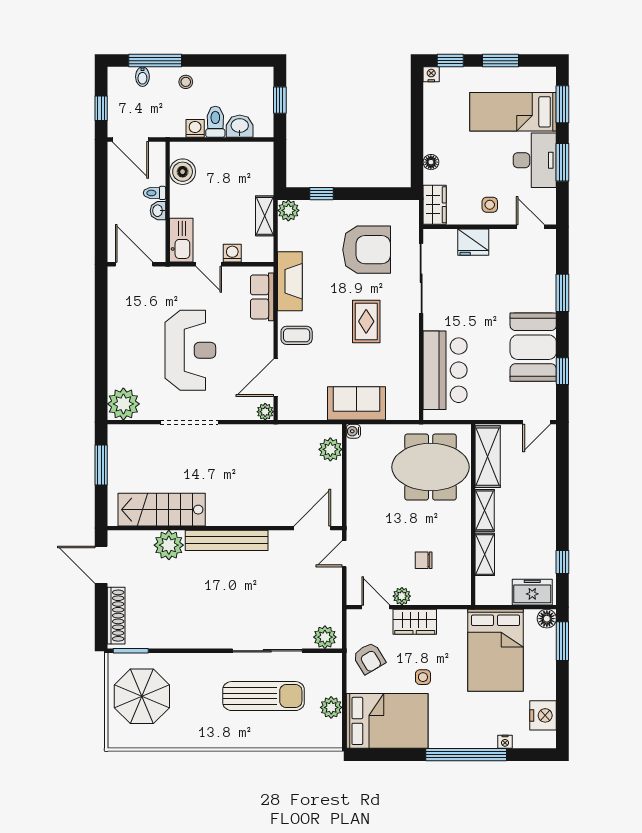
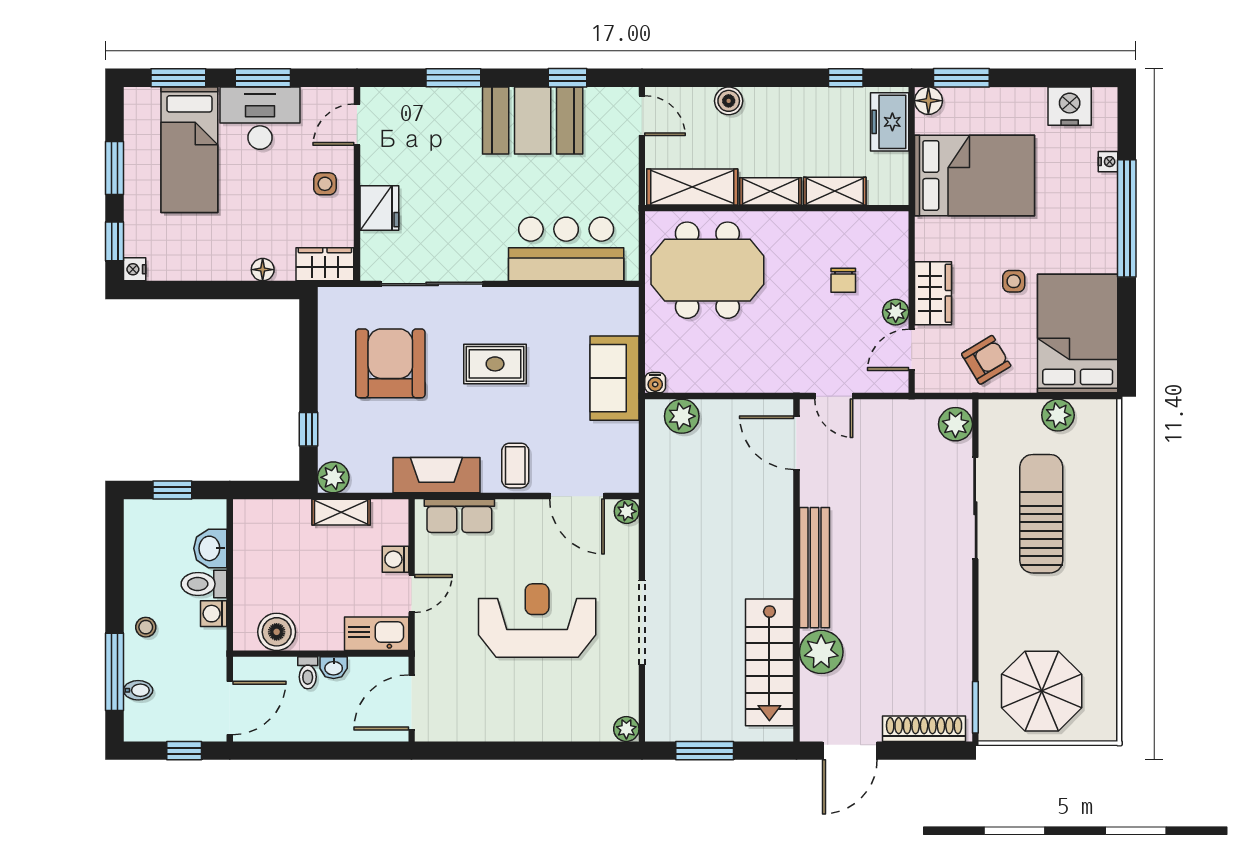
plant: (123, 404) -> (626, 729), width x0.53, depth x0.53
meeting table: (431, 467) -> (707, 270), turned 90
boiler: (547, 482) -> (729, 101), added

